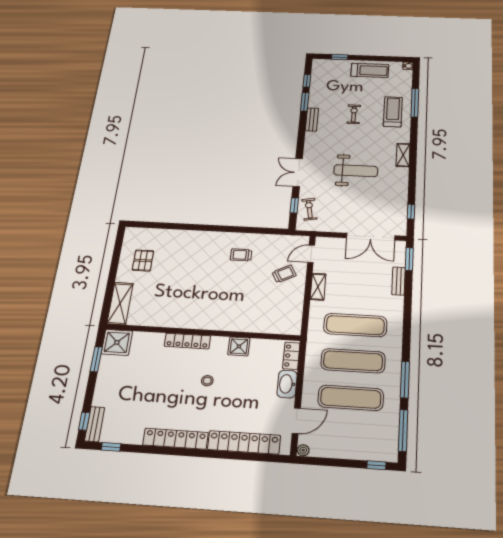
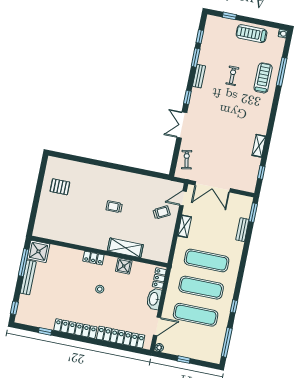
treadmill: (370, 70) -> (252, 34), turned 180
shelving: (403, 155) -> (259, 146), moved
weight bench: (356, 171) -> (226, 130), removed
window: (294, 205) -> (187, 97), moved
double door: (371, 237) -> (213, 187), moved
trolley: (241, 255) -> (114, 207), moved
pallet: (143, 260) -> (60, 187), turned 90
shelving: (120, 303) -> (125, 248), moved, turned 90
locker: (187, 341) -> (93, 258), width x0.66
window: (96, 359) -> (24, 263), width x1.44
window: (405, 380) -> (234, 306), width x0.46
bench: (95, 424) -> (28, 277), moved, width x1.36
window: (111, 447) -> (45, 331), moved
window: (376, 465) -> (184, 360), moved

